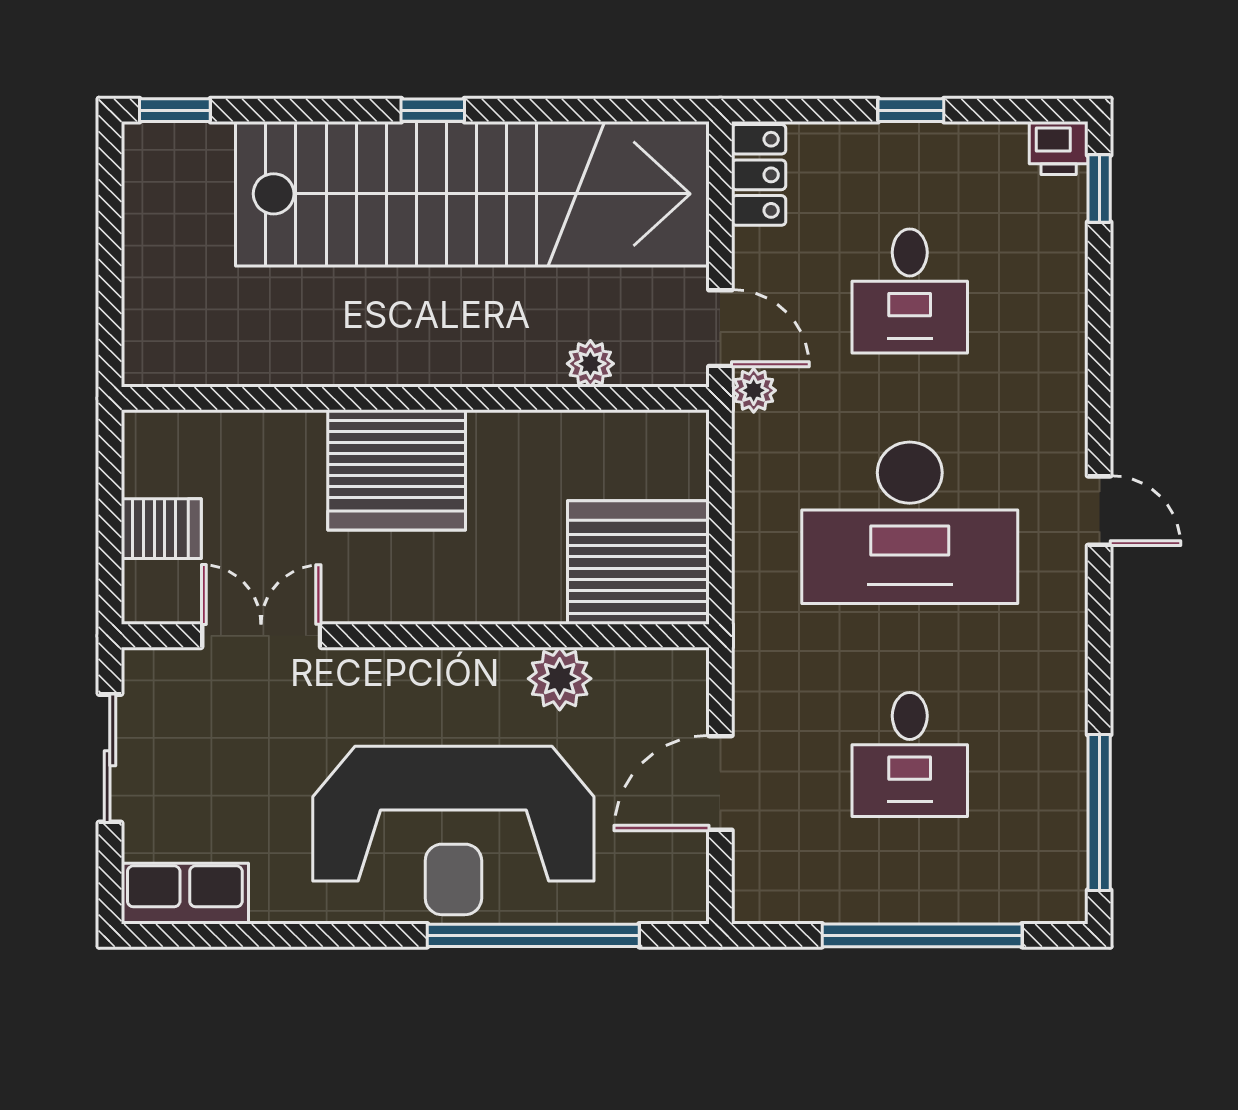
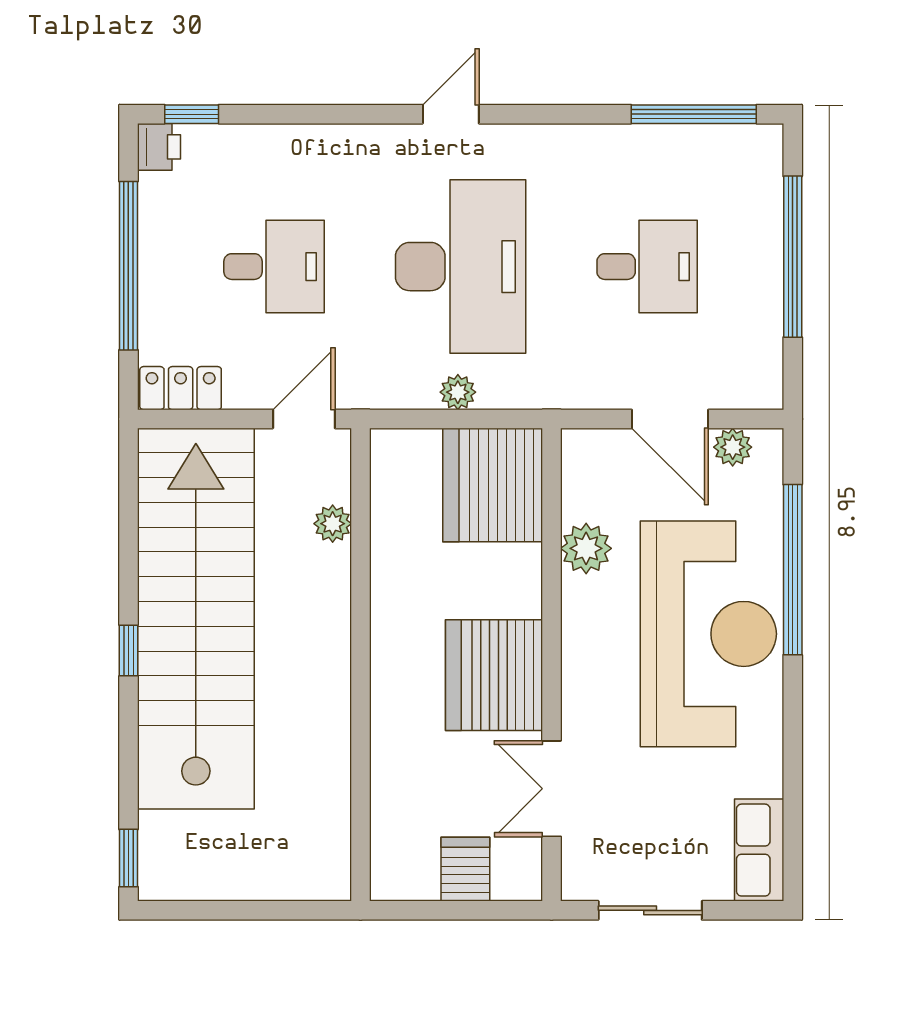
window: (911, 110) -> (128, 266), width x3.17
plant: (754, 390) -> (458, 392), moved
server rack: (397, 470) -> (494, 675), moved, turned 180
plant: (685, 861) -> (733, 447), added

